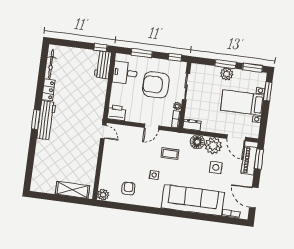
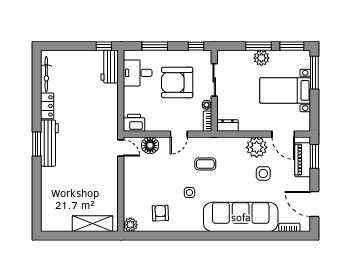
window: (268, 91) -> (314, 73), width x1.44
floor lamp: (197, 142) -> (150, 145), moved

